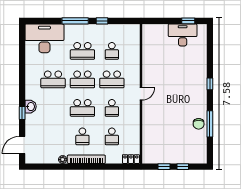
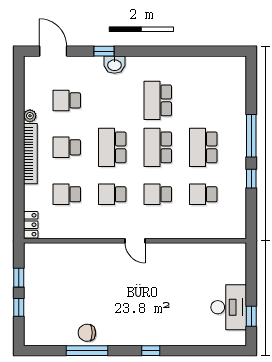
desk: (44, 38) -> (223, 87), removed
school desk: (112, 79) -> (158, 194), width x0.54
school desk: (53, 136) -> (67, 100), added

